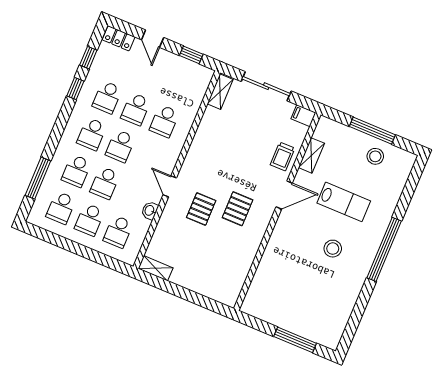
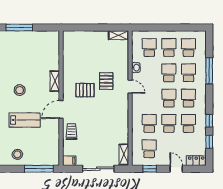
school desk: (180, 84) -> (149, 149), added
window: (372, 131) -> (39, 169), moved
shelving: (311, 155) -> (55, 81), moved
window: (38, 178) -> (209, 71), moved
lab bench: (344, 202) -> (25, 120), turned 180
pallet: (238, 209) -> (85, 90), turned 90

